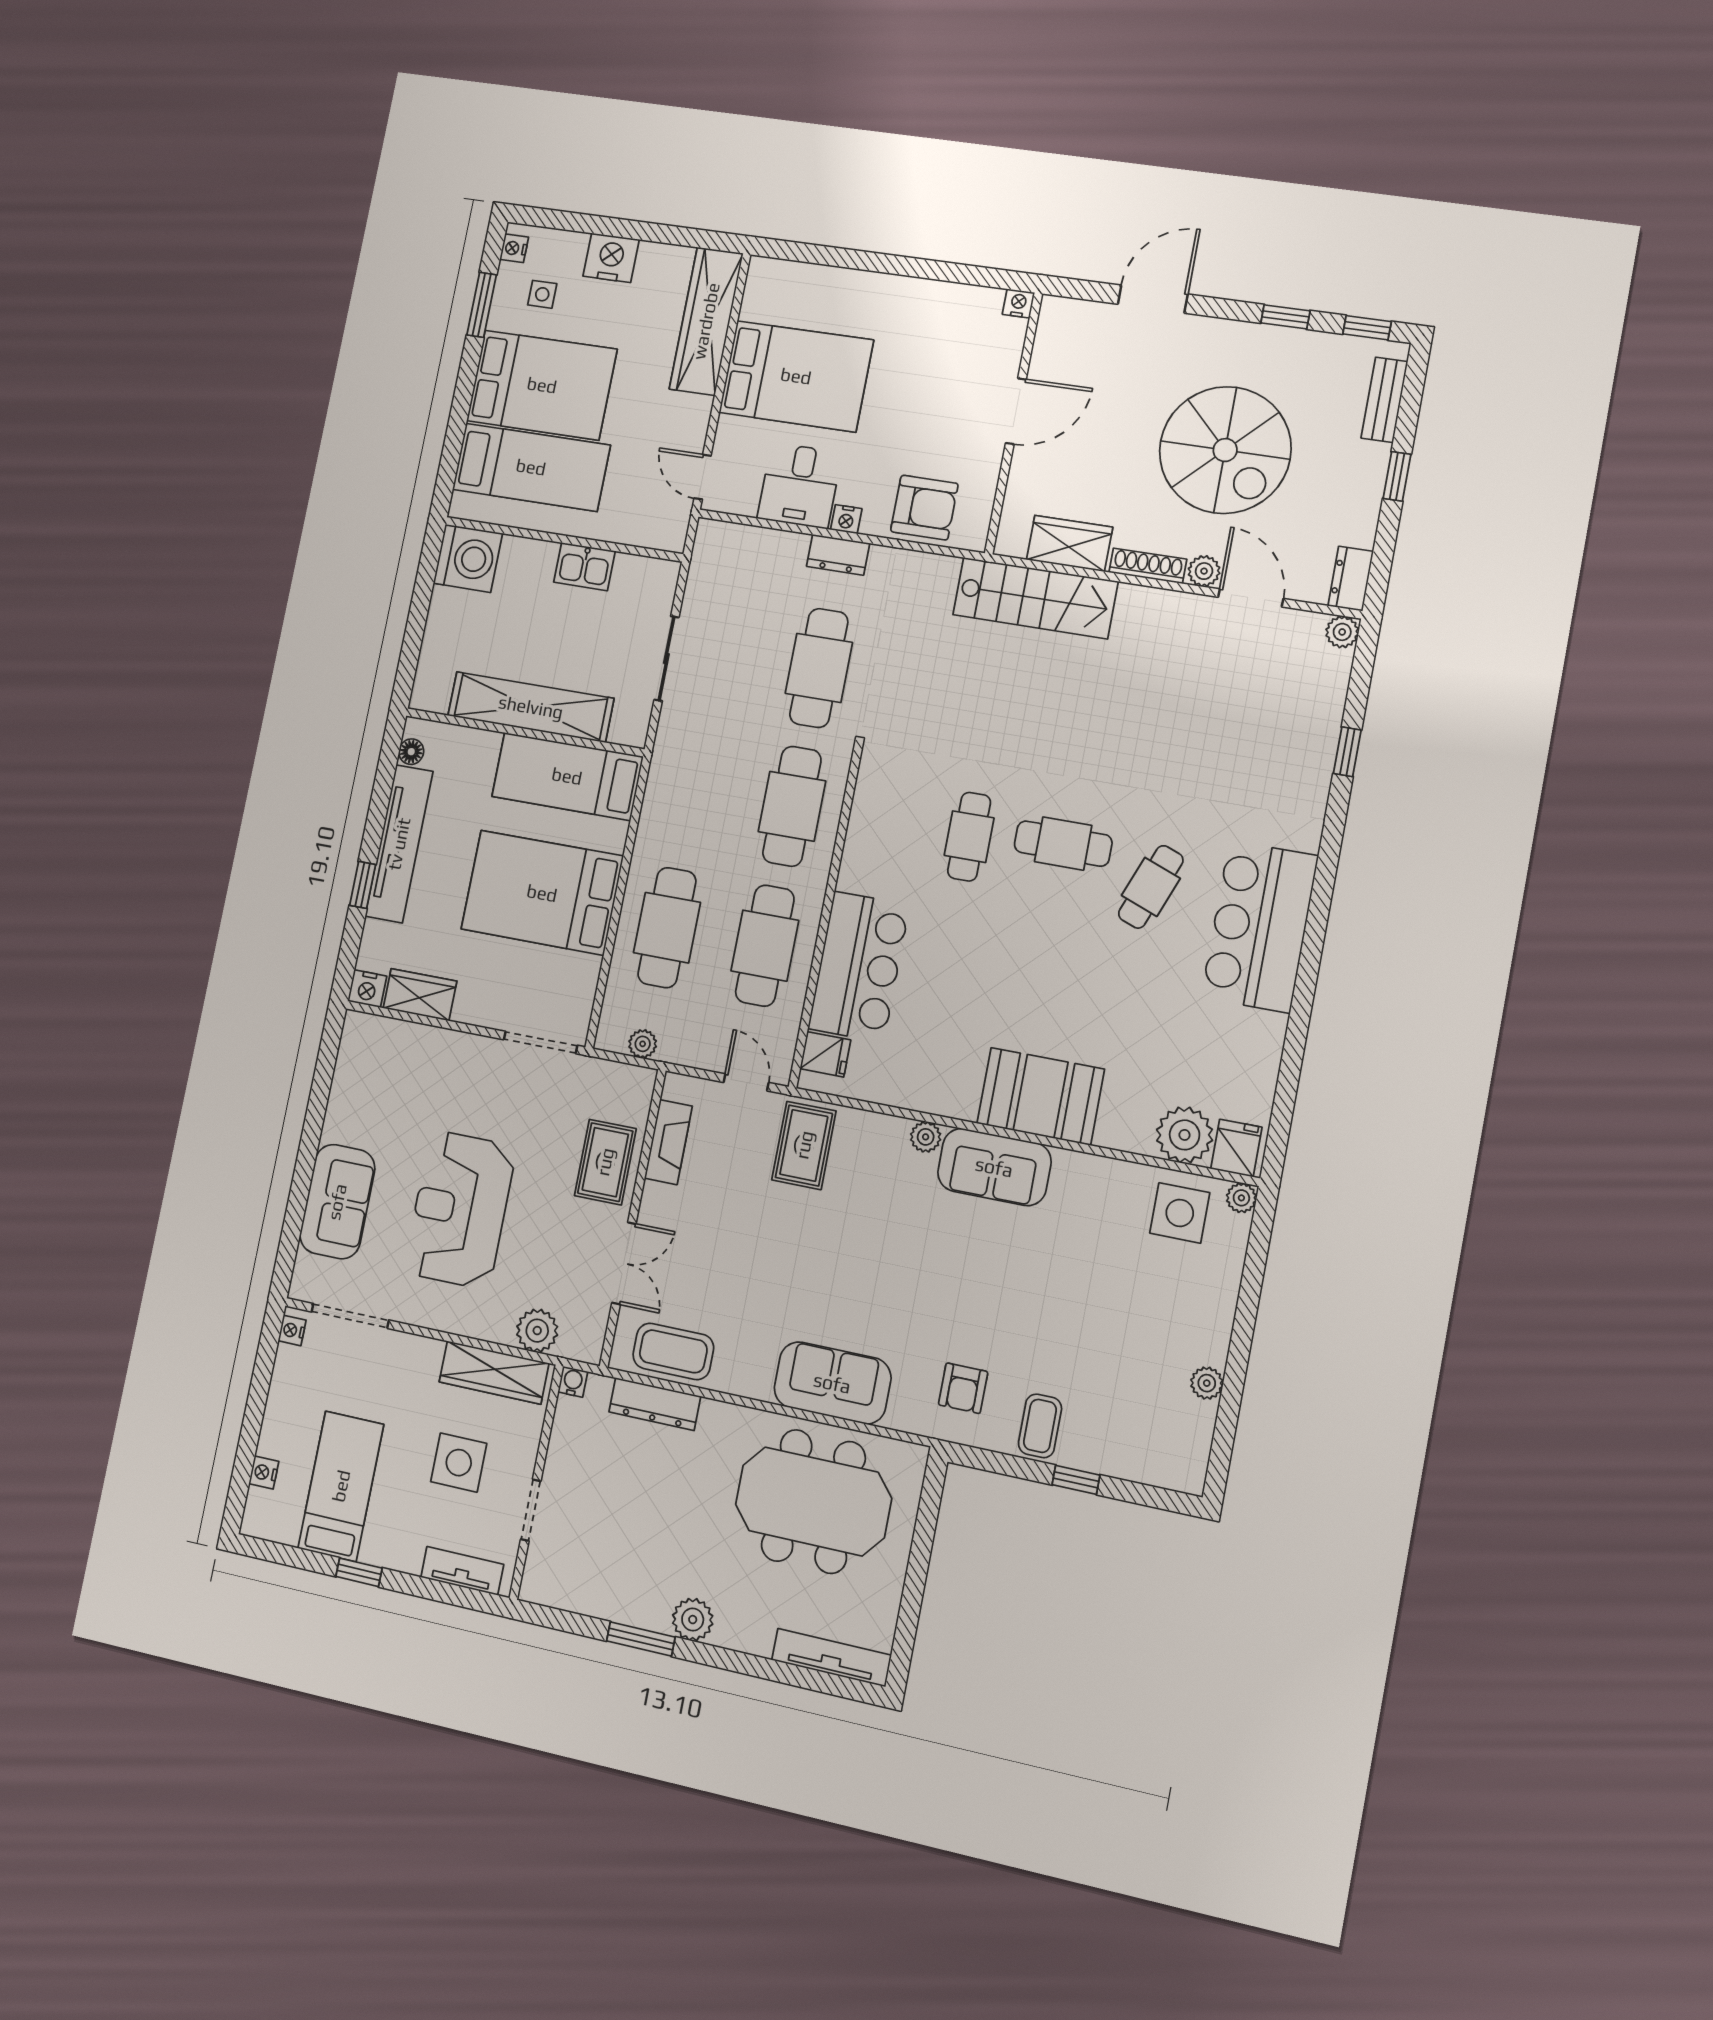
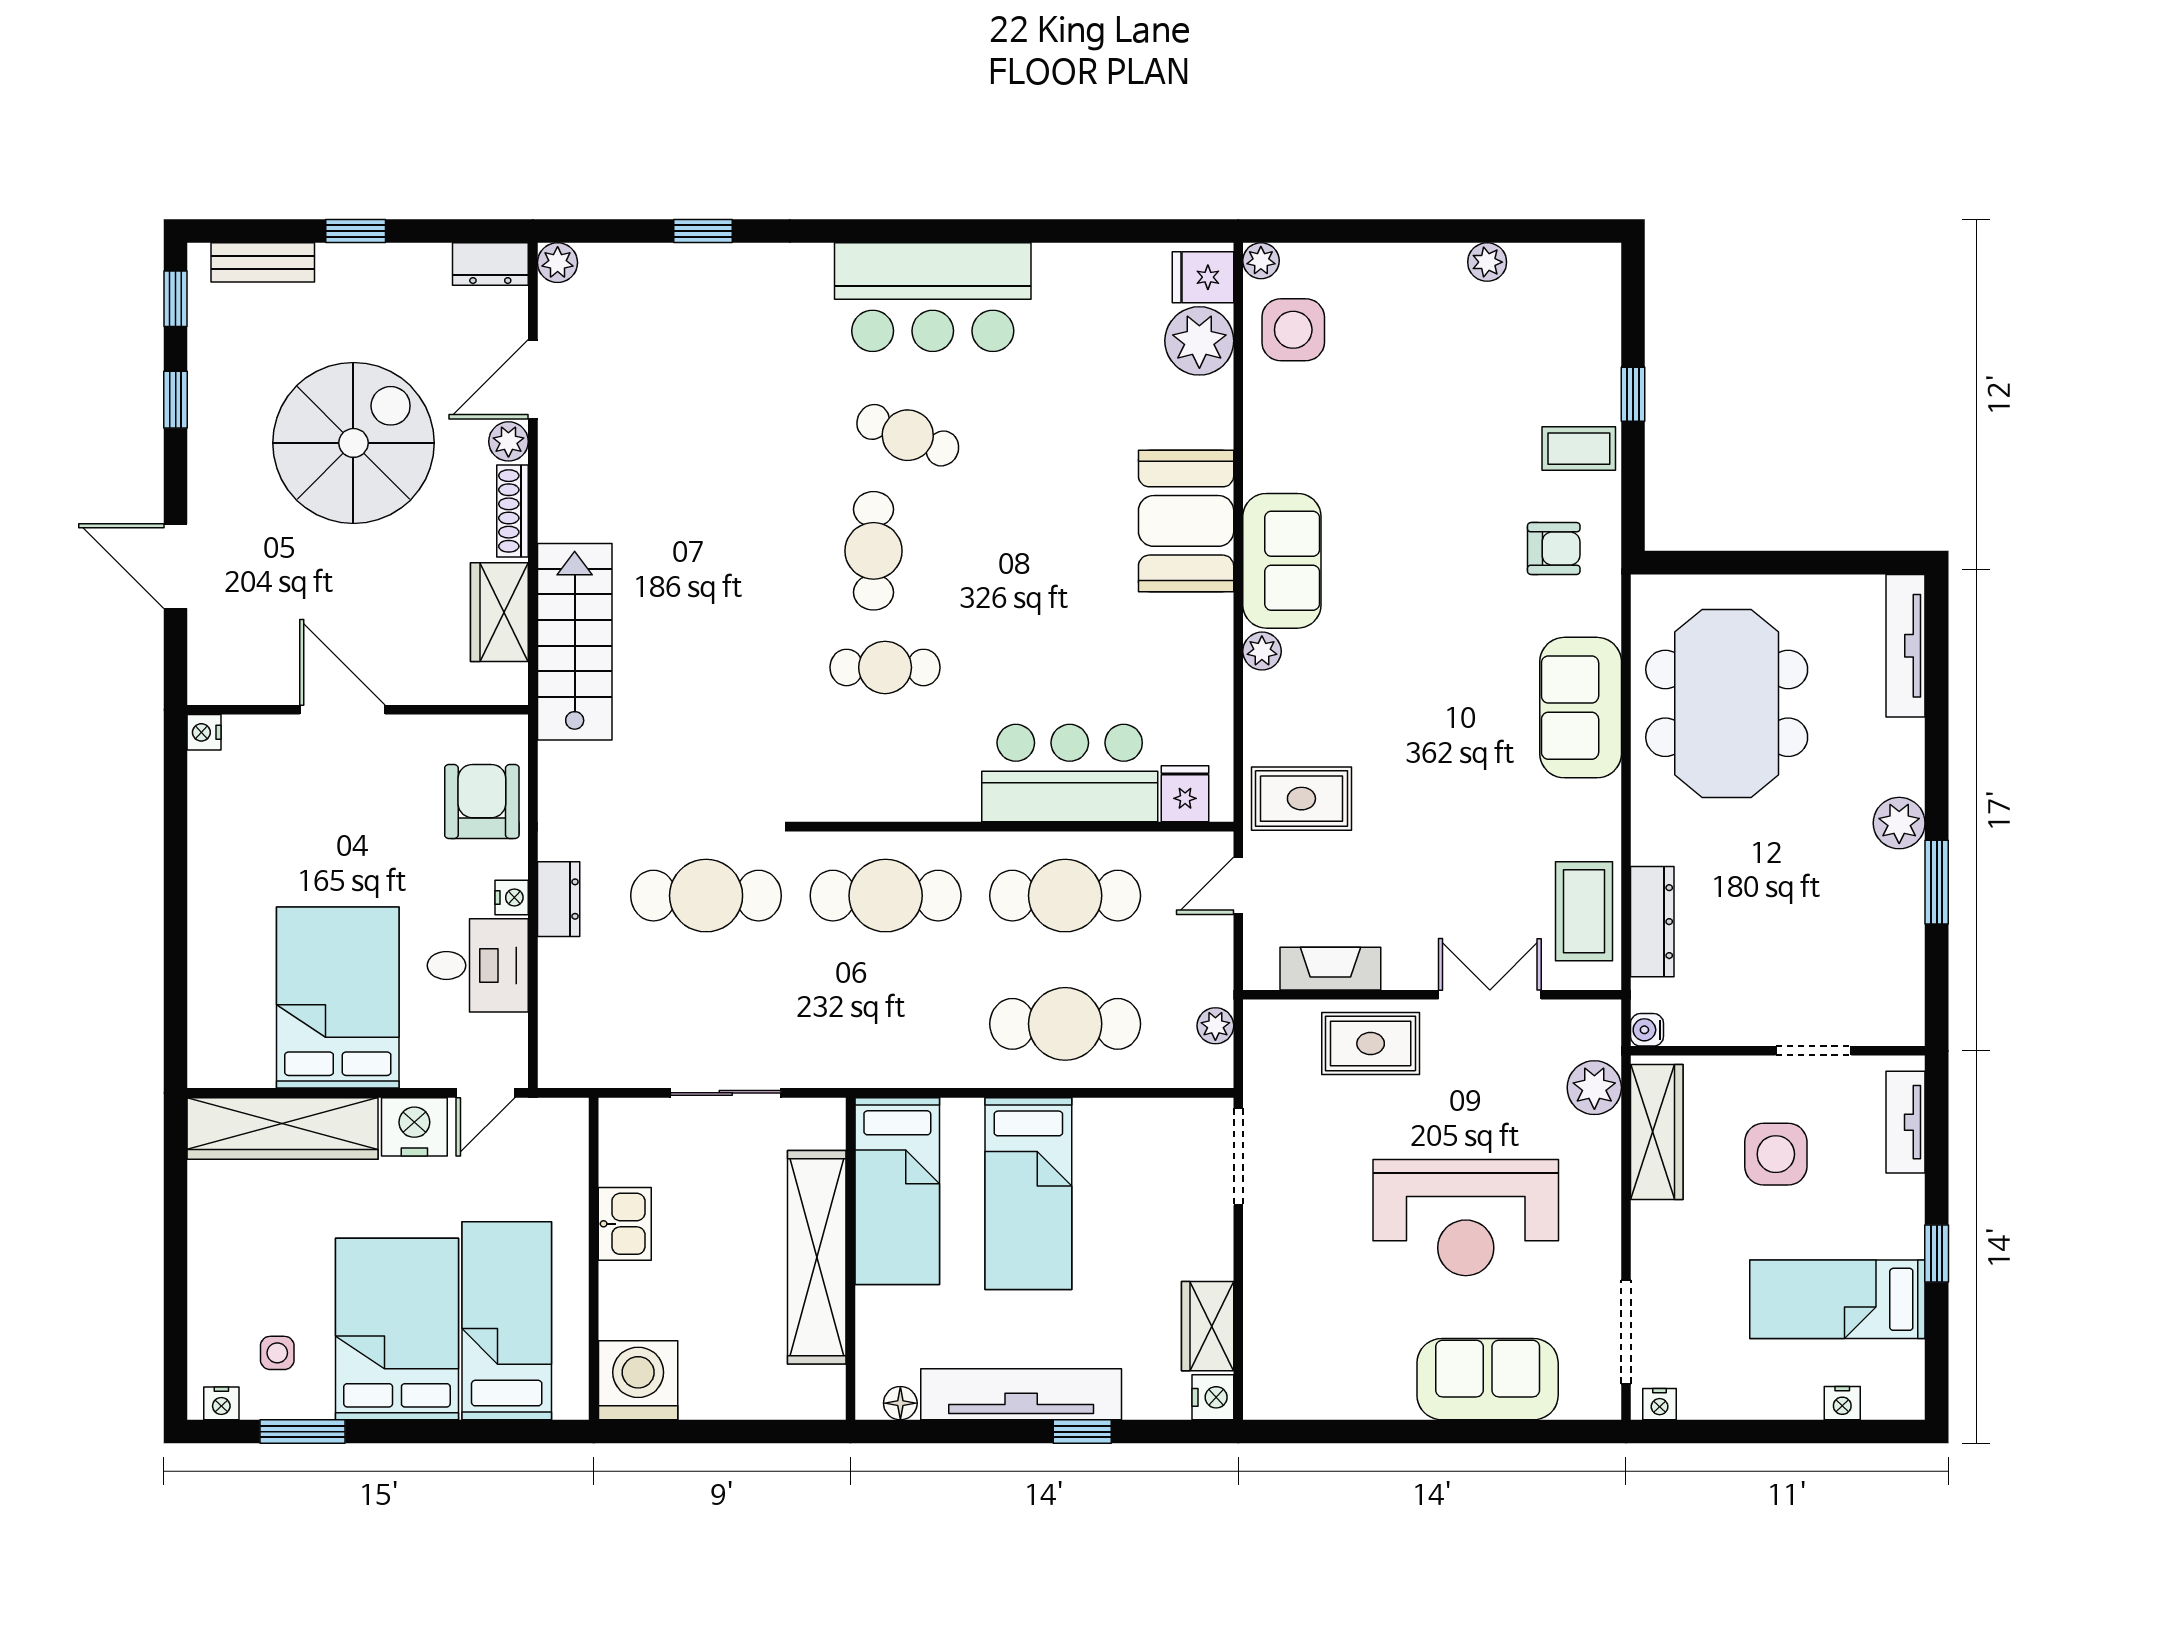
nightstand: (611, 258) -> (414, 1127), moved, turned 90
bed: (542, 893) -> (1028, 1194), width x0.67

